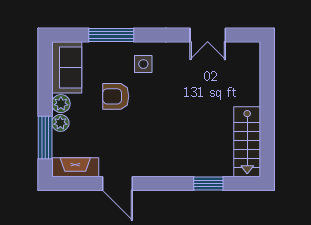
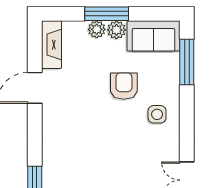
window: (111, 35) -> (187, 62), moved
window: (45, 137) -> (107, 14), moved

